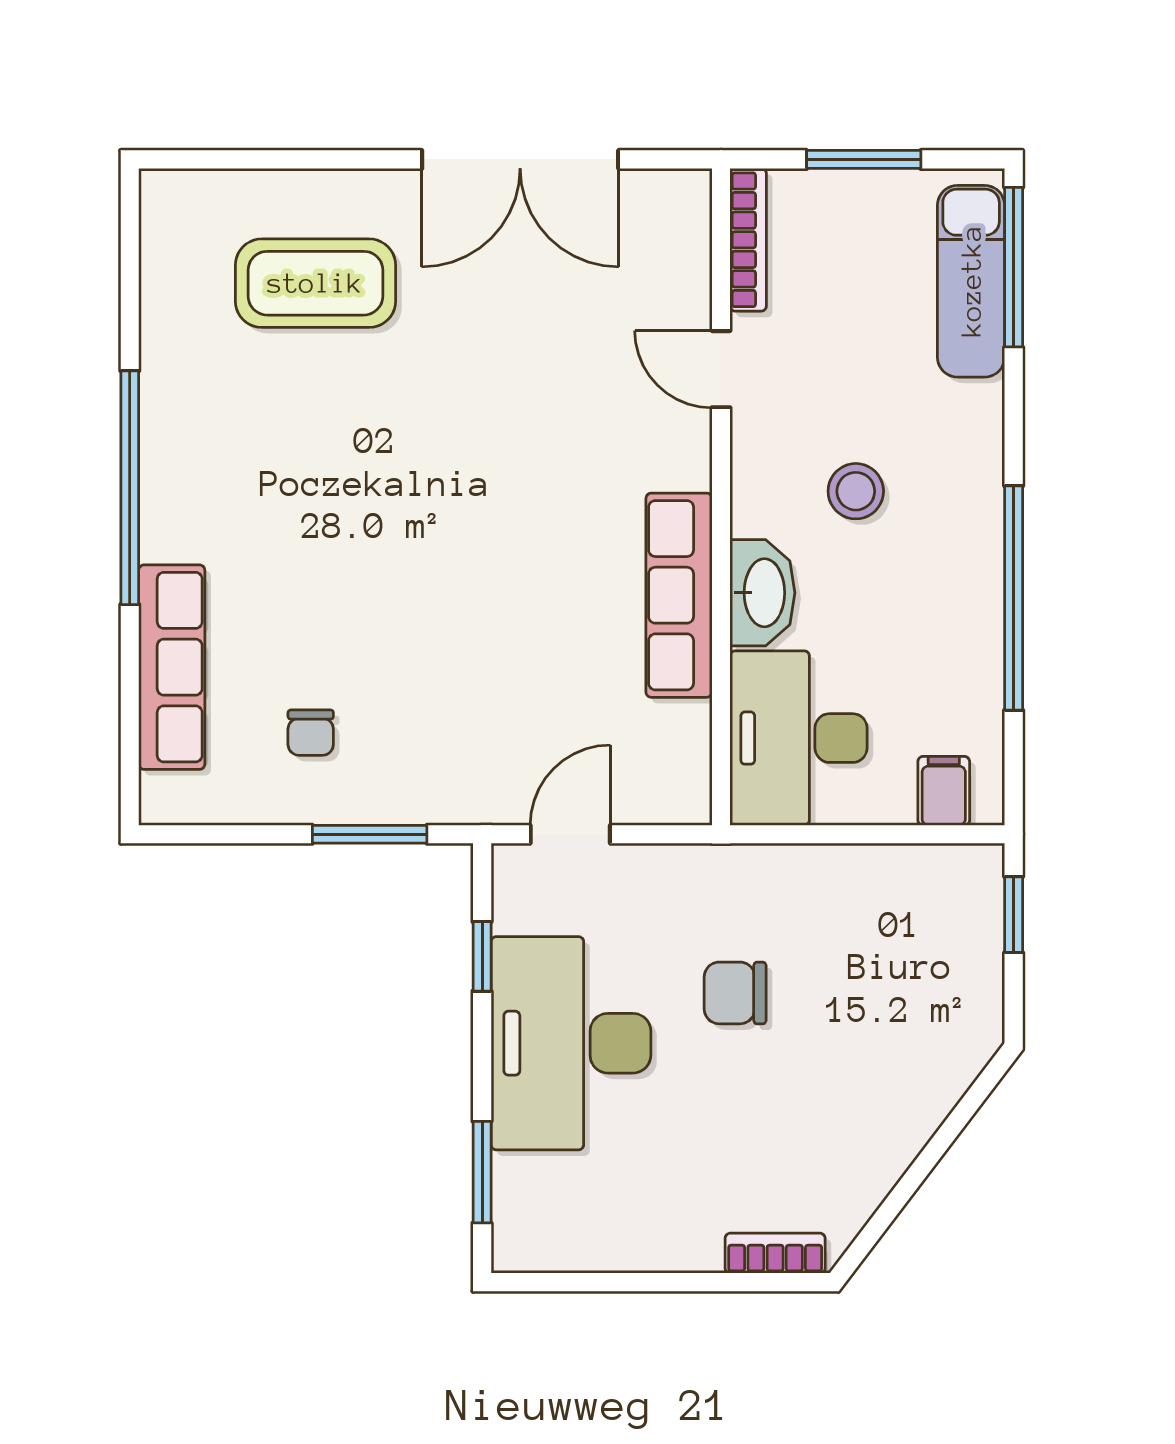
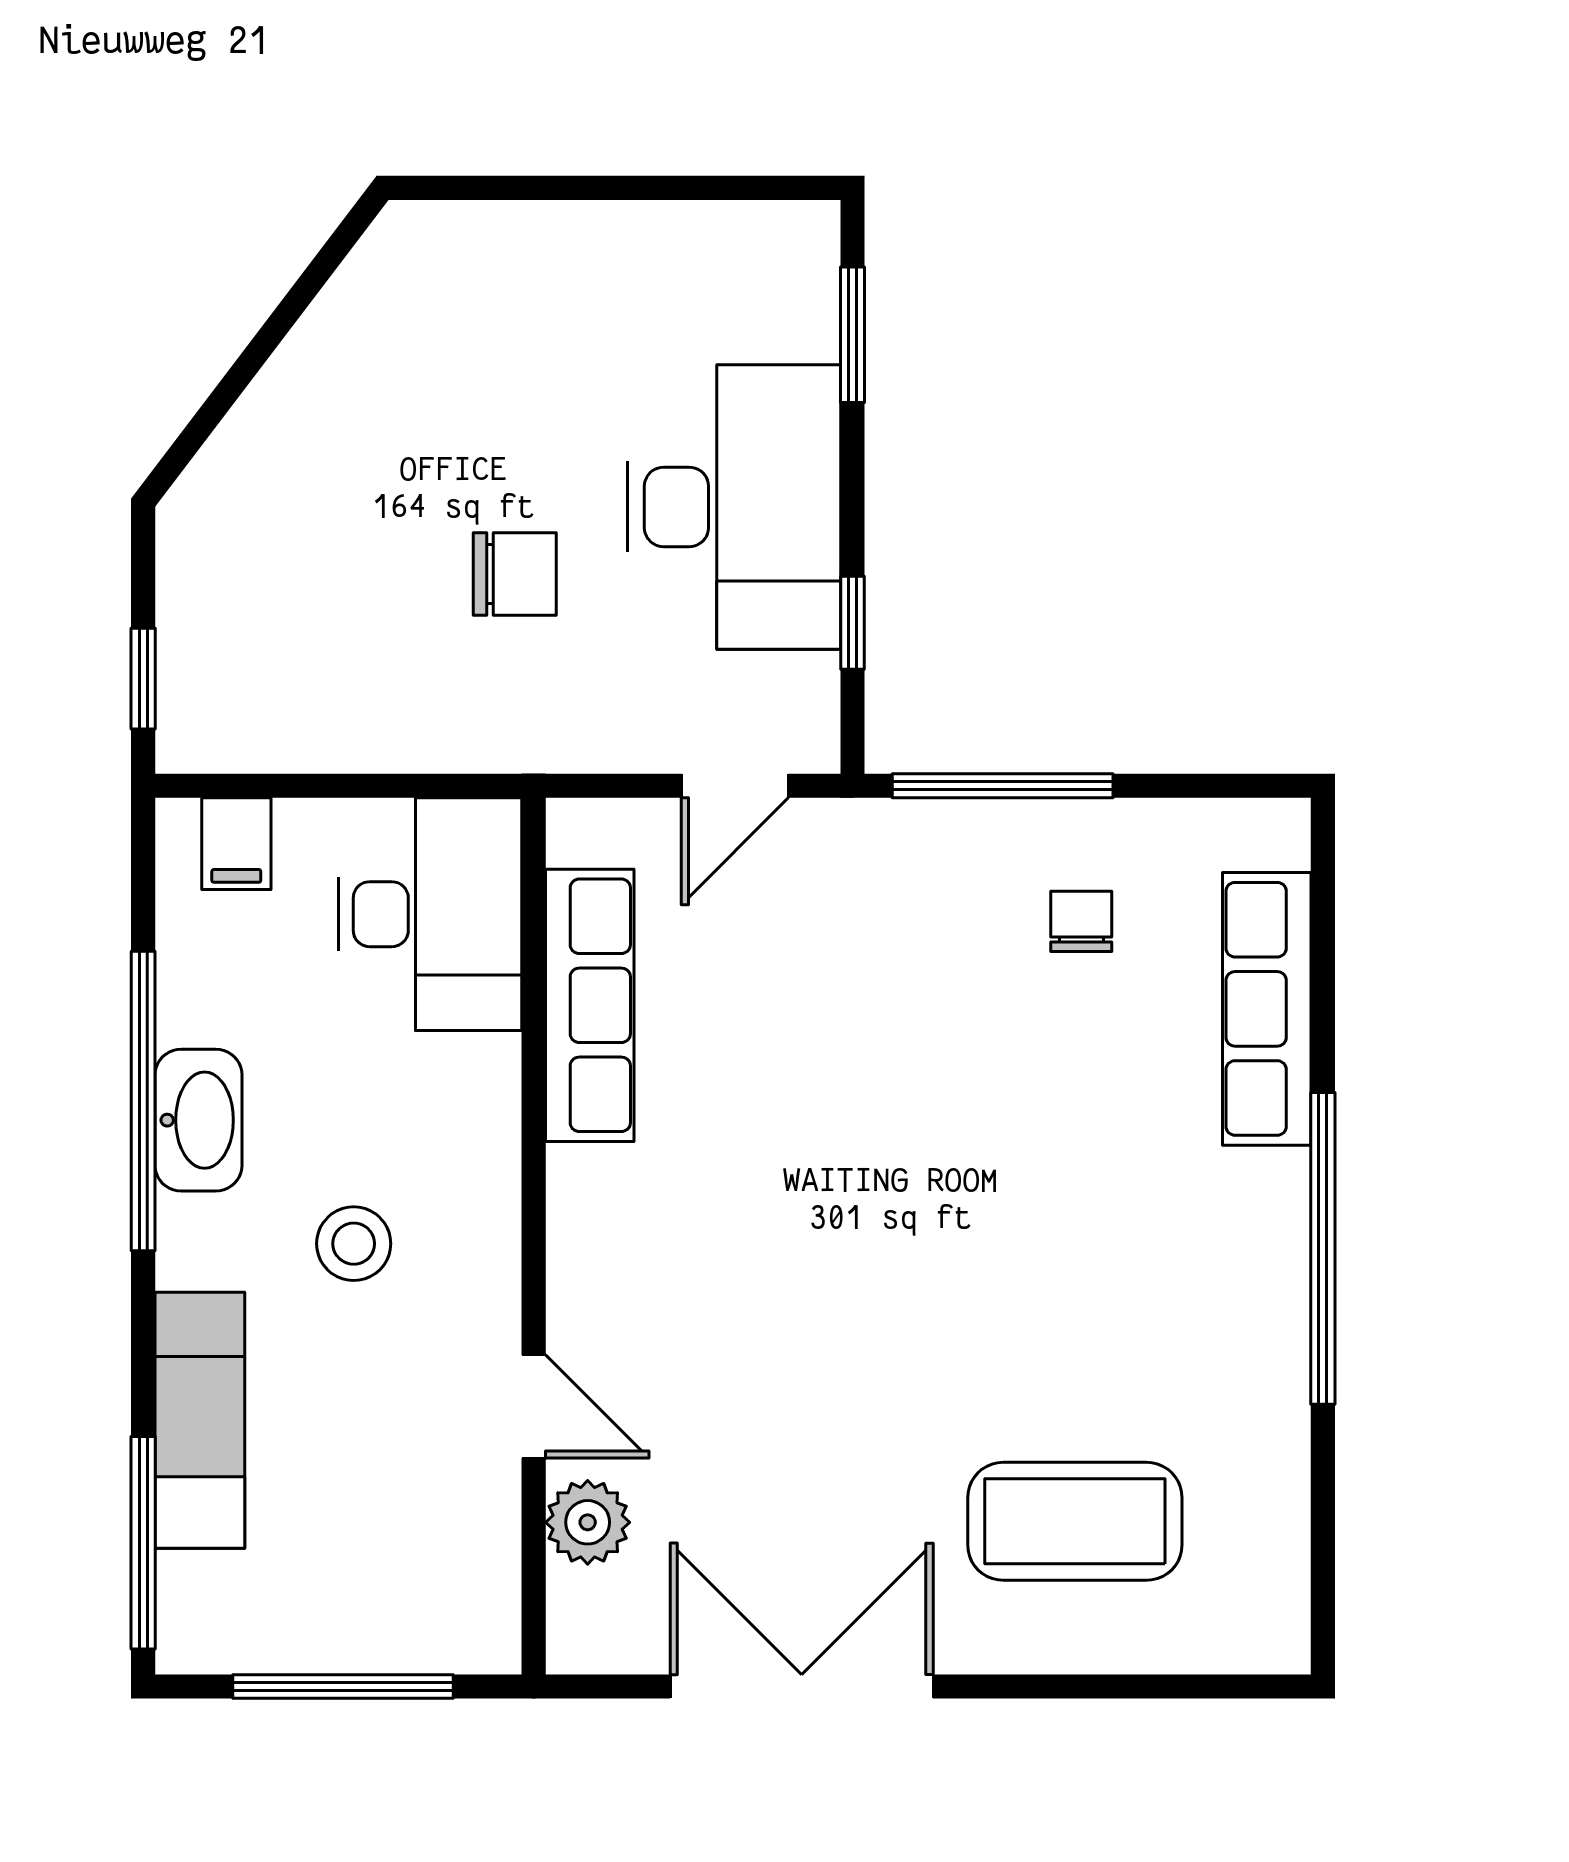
window: (864, 159) -> (343, 1686), width x1.44
bookcase: (748, 240) -> (497, 1579), removed
exam couch: (971, 281) -> (200, 1420), moved
plant: (681, 282) -> (588, 1522), added
washbasin: (762, 593) -> (198, 1120), moved, turned 180
row of seats: (679, 595) -> (590, 1005), moved
window: (370, 834) -> (1003, 786), width x1.44
bookcase: (775, 1253) -> (461, 227), removed

